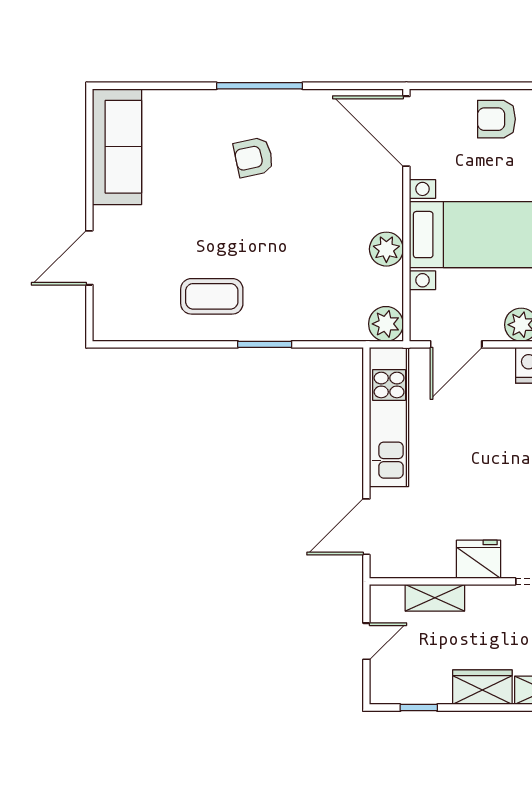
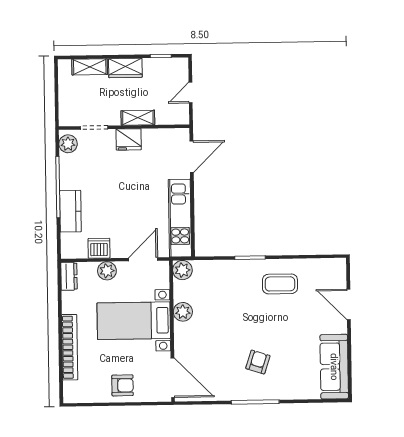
armchair: (254, 157) -> (258, 362), turned -60
door: (89, 258) -> (349, 304), swing flipped
shelving: (435, 598) -> (138, 118), moved

